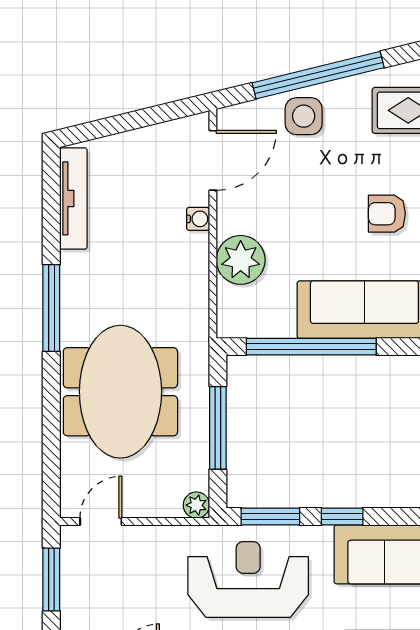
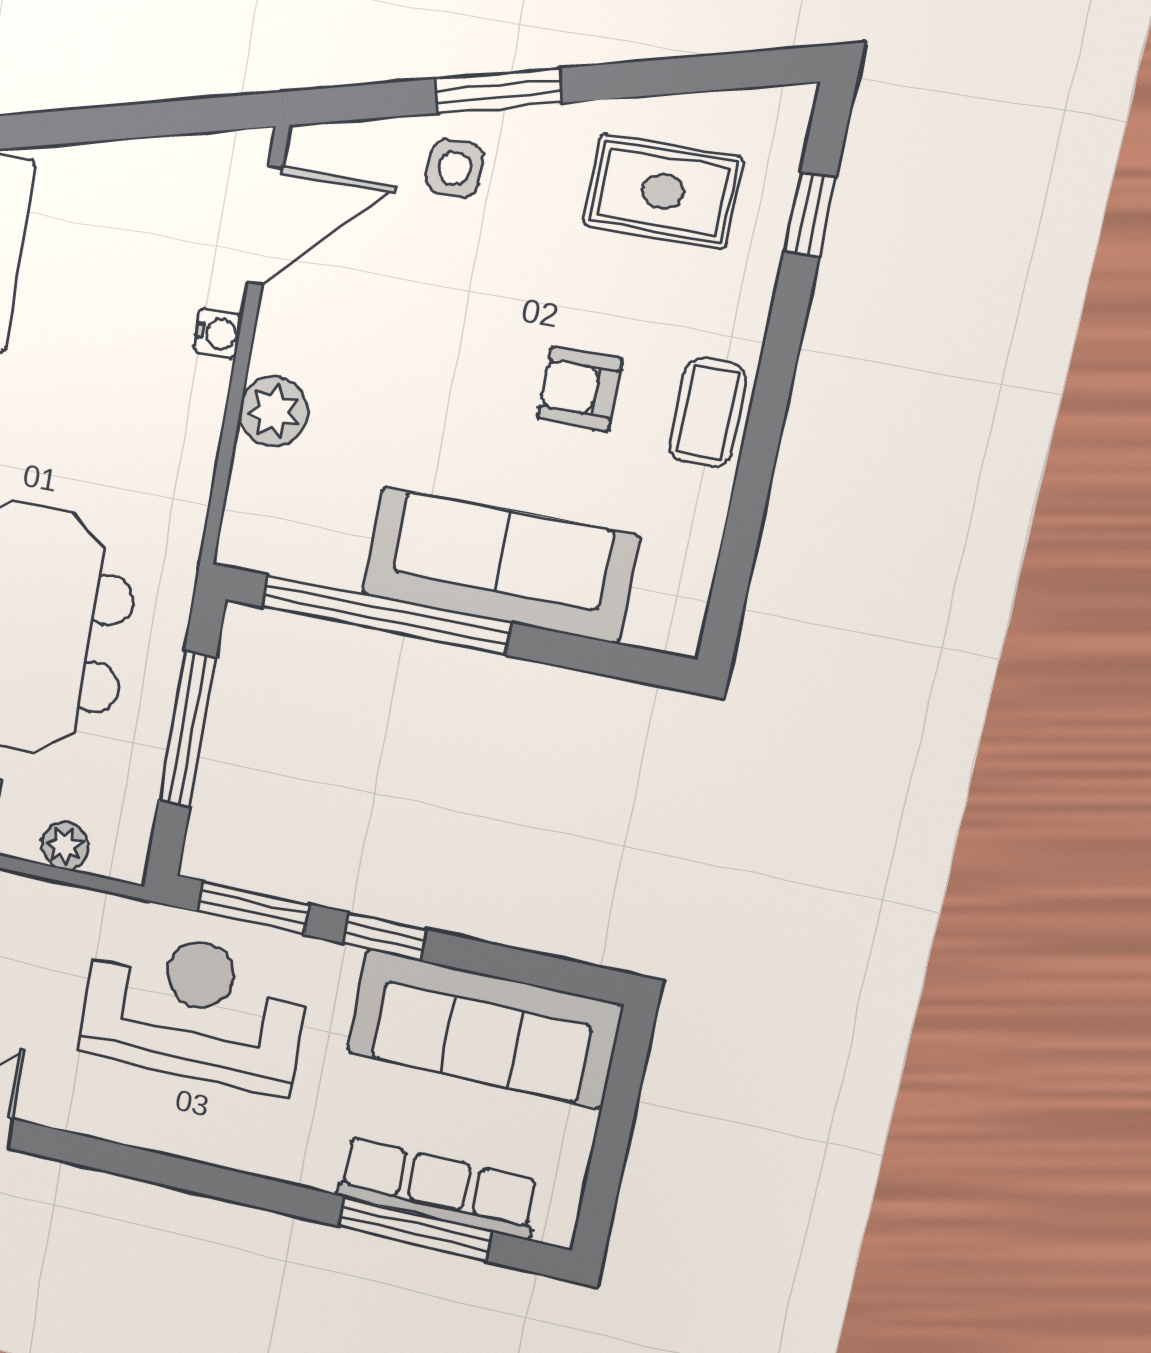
window: (318, 75) -> (498, 91), width x0.47
side table: (304, 116) -> (455, 168), width x0.73, depth x0.73
plant: (241, 260) -> (274, 412), width x0.73, depth x0.73
plant: (196, 505) -> (65, 846), moved

